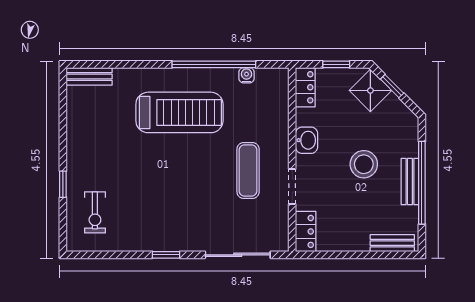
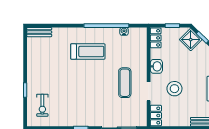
treadmill: (179, 112) -> (88, 51), width x0.73, depth x0.73
stool: (364, 164) -> (174, 89), moved

